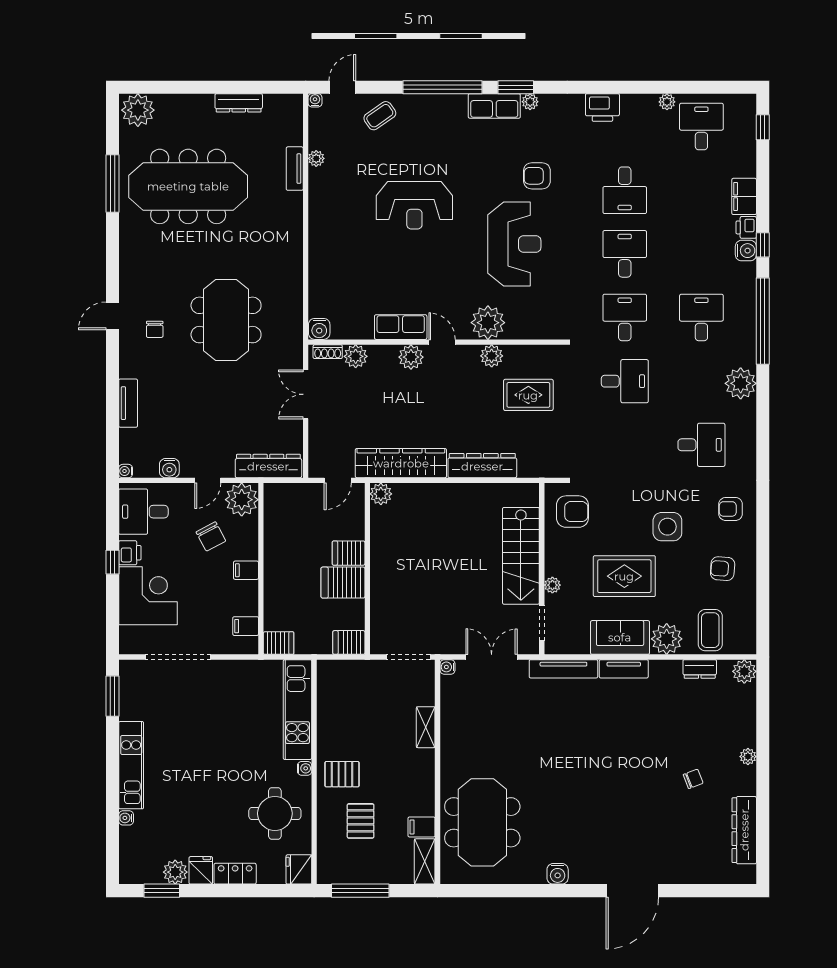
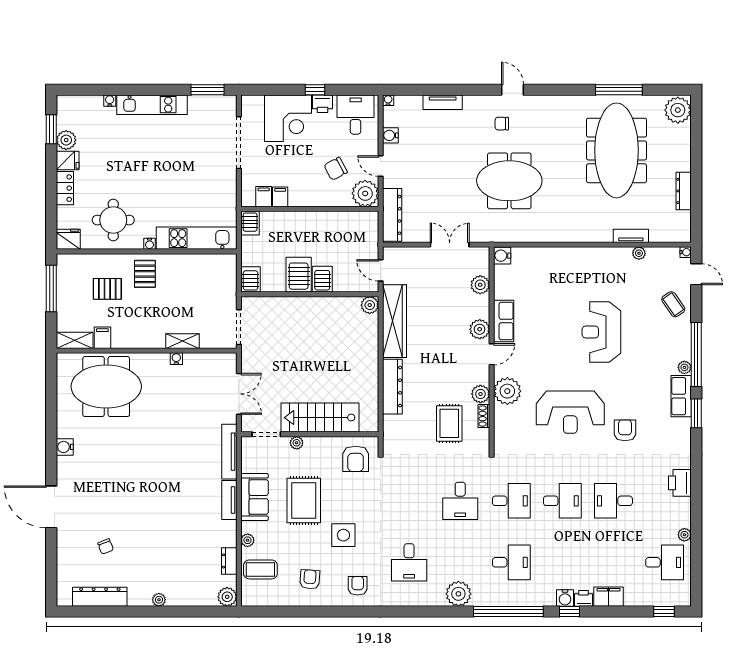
plant: (530, 102) -> (684, 367), moved
shoe rack: (328, 352) -> (484, 416), moved
filing cabinet: (246, 570) -> (280, 197), moved
plant: (667, 639) -> (248, 540), width x0.53, depth x0.53
water cooler: (448, 667) -> (176, 359), moved
chair: (693, 779) -> (106, 546), moved

